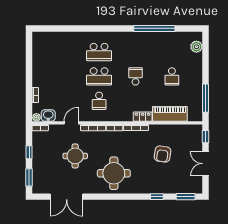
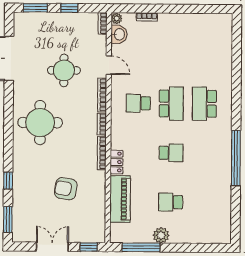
window: (154, 28) -> (236, 158), moved
plant: (196, 47) -> (161, 235), moved
school desk: (99, 76) -> (171, 104), turned 180

